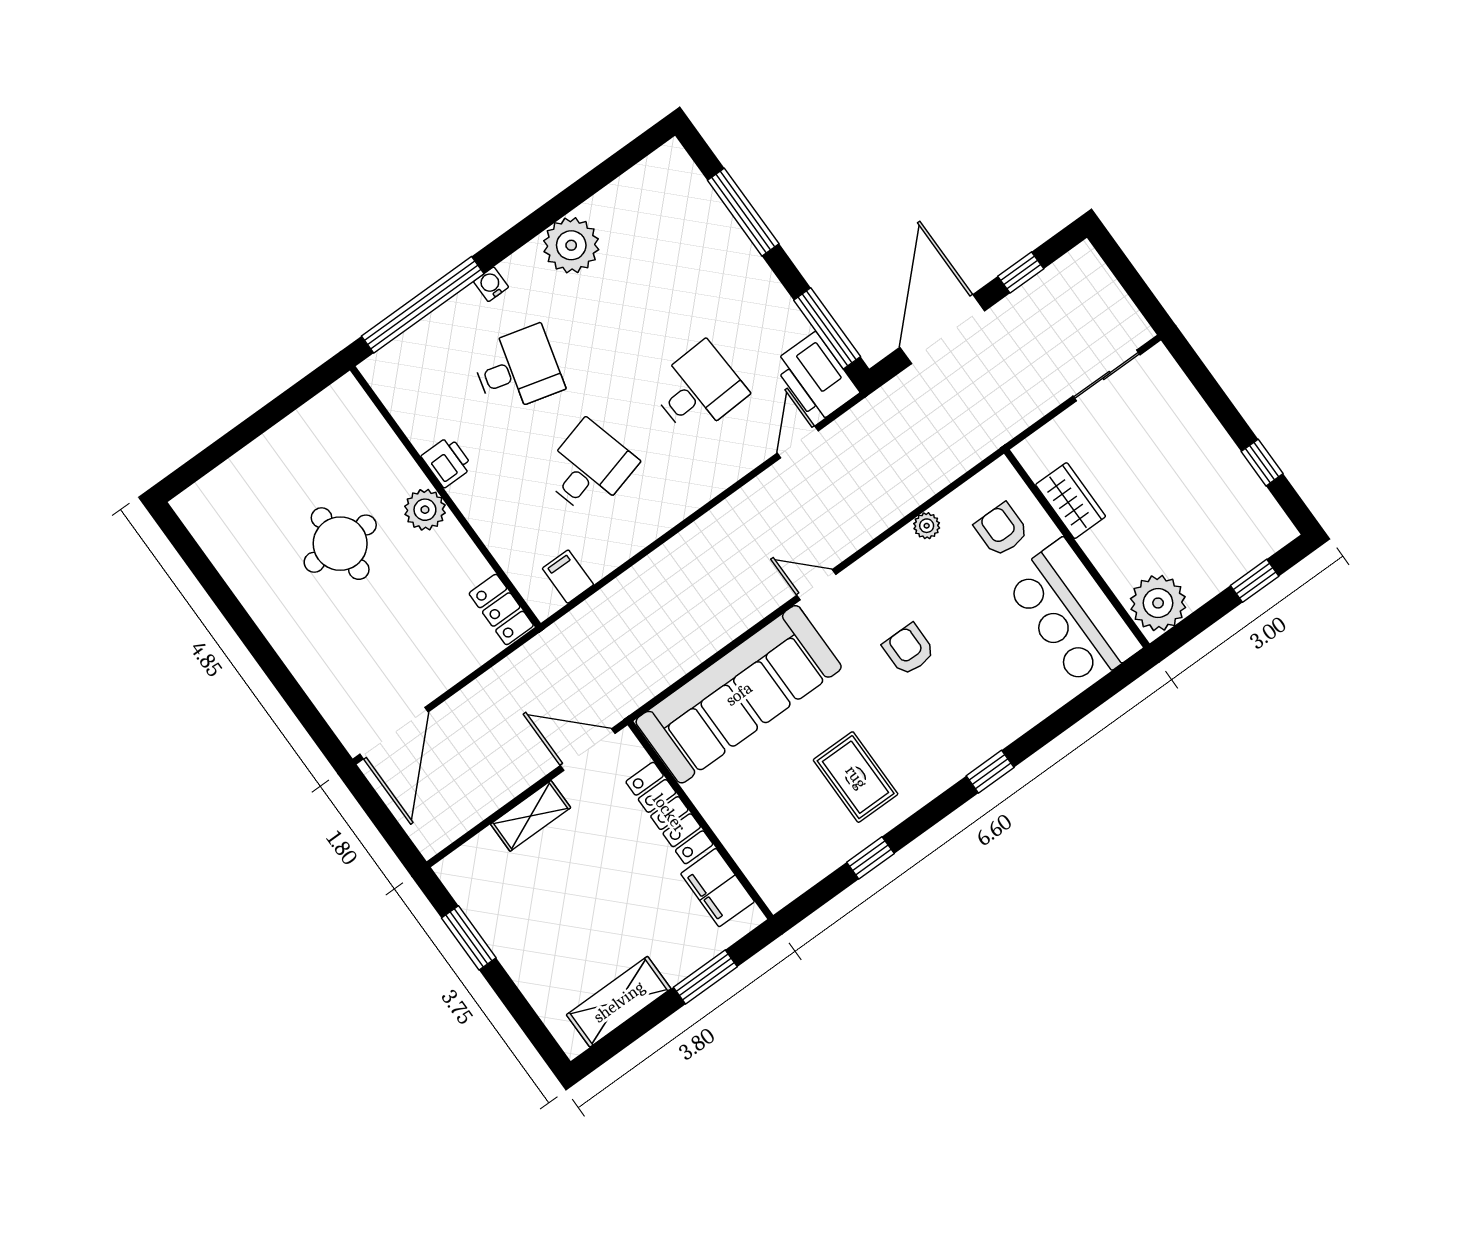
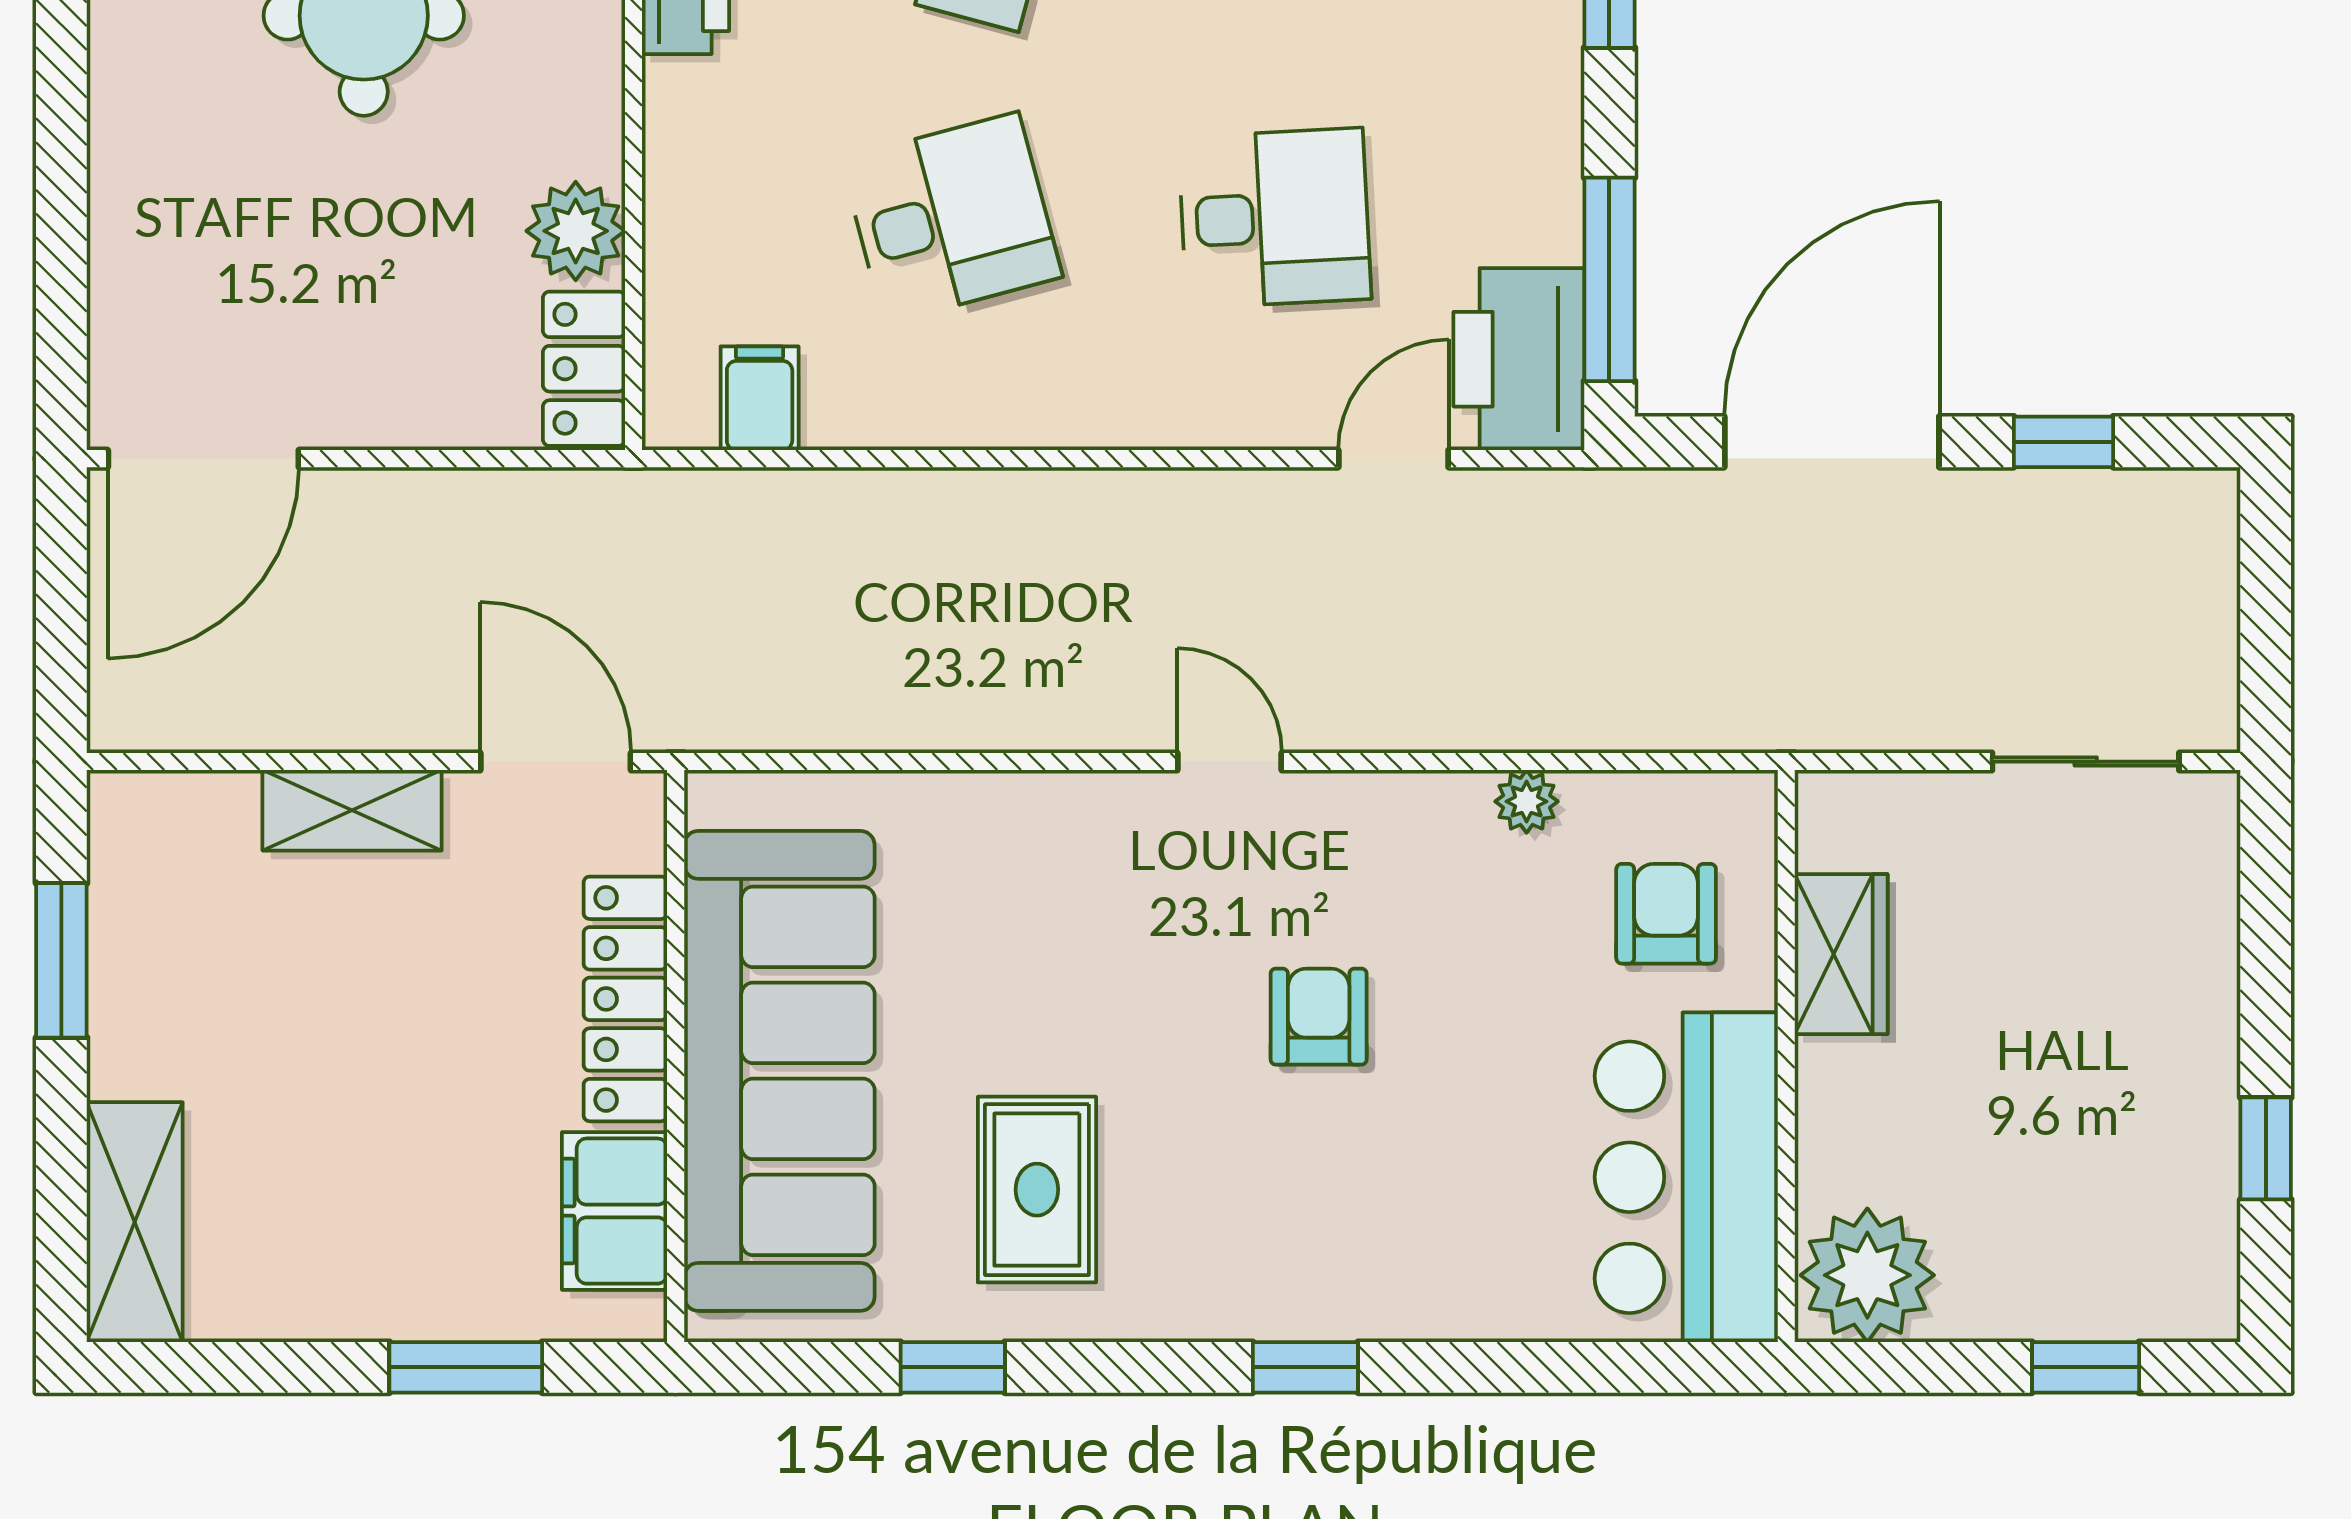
plant: (425, 510) -> (576, 231), moved
sofa: (739, 694) -> (779, 1071), moved, turned -90
shelving: (619, 1002) -> (135, 1222), moved, turned 90

